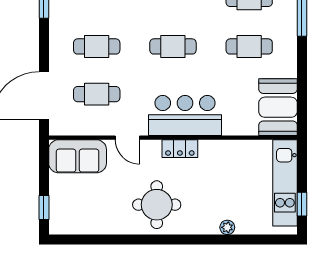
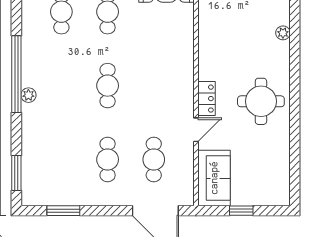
bar counter: (185, 116) -> (175, 74), removed
locker: (180, 149) -> (207, 99), moved
window: (44, 208) -> (241, 211), moved

